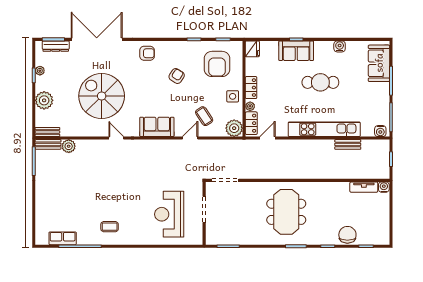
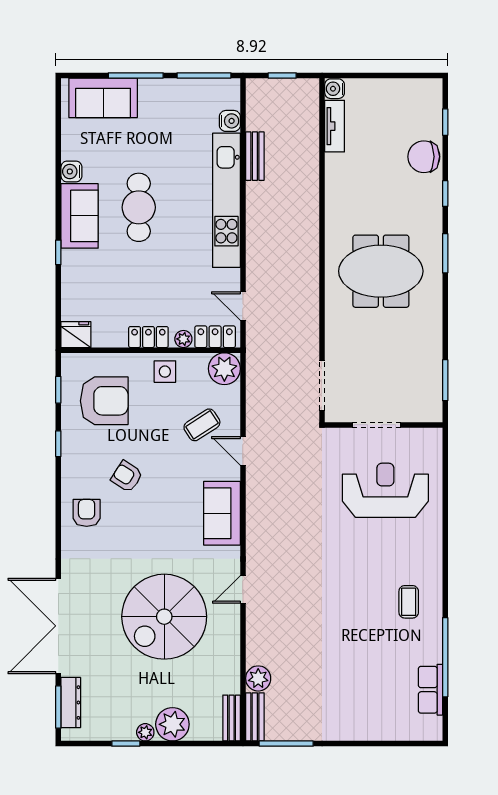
sofa: (296, 51) -> (80, 216), moved
armchair: (147, 53) -> (87, 513), moved
plant: (40, 71) -> (145, 732), moved
water cooler: (380, 131) -> (230, 121), moved
reception desk: (169, 214) -> (385, 490), turned 180

